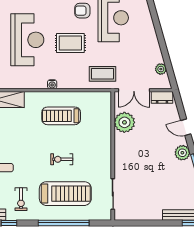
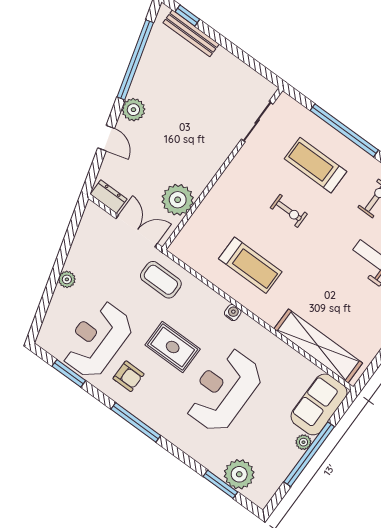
plant: (161, 69) -> (67, 279), moved
treadmill: (65, 194) -> (315, 165), width x0.73, depth x0.73

